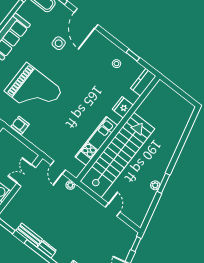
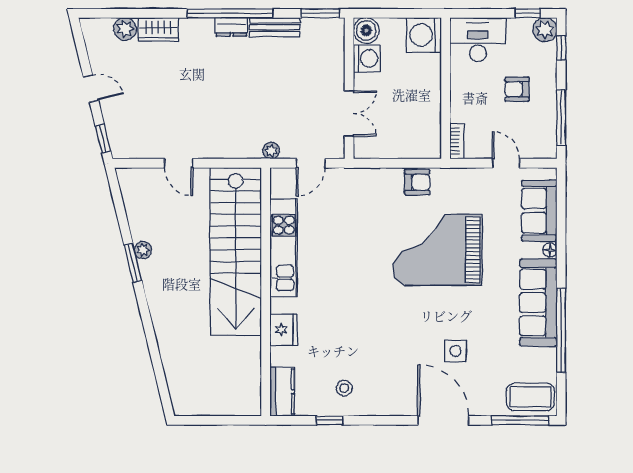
door: (58, 167) -> (310, 163), swing flipped

